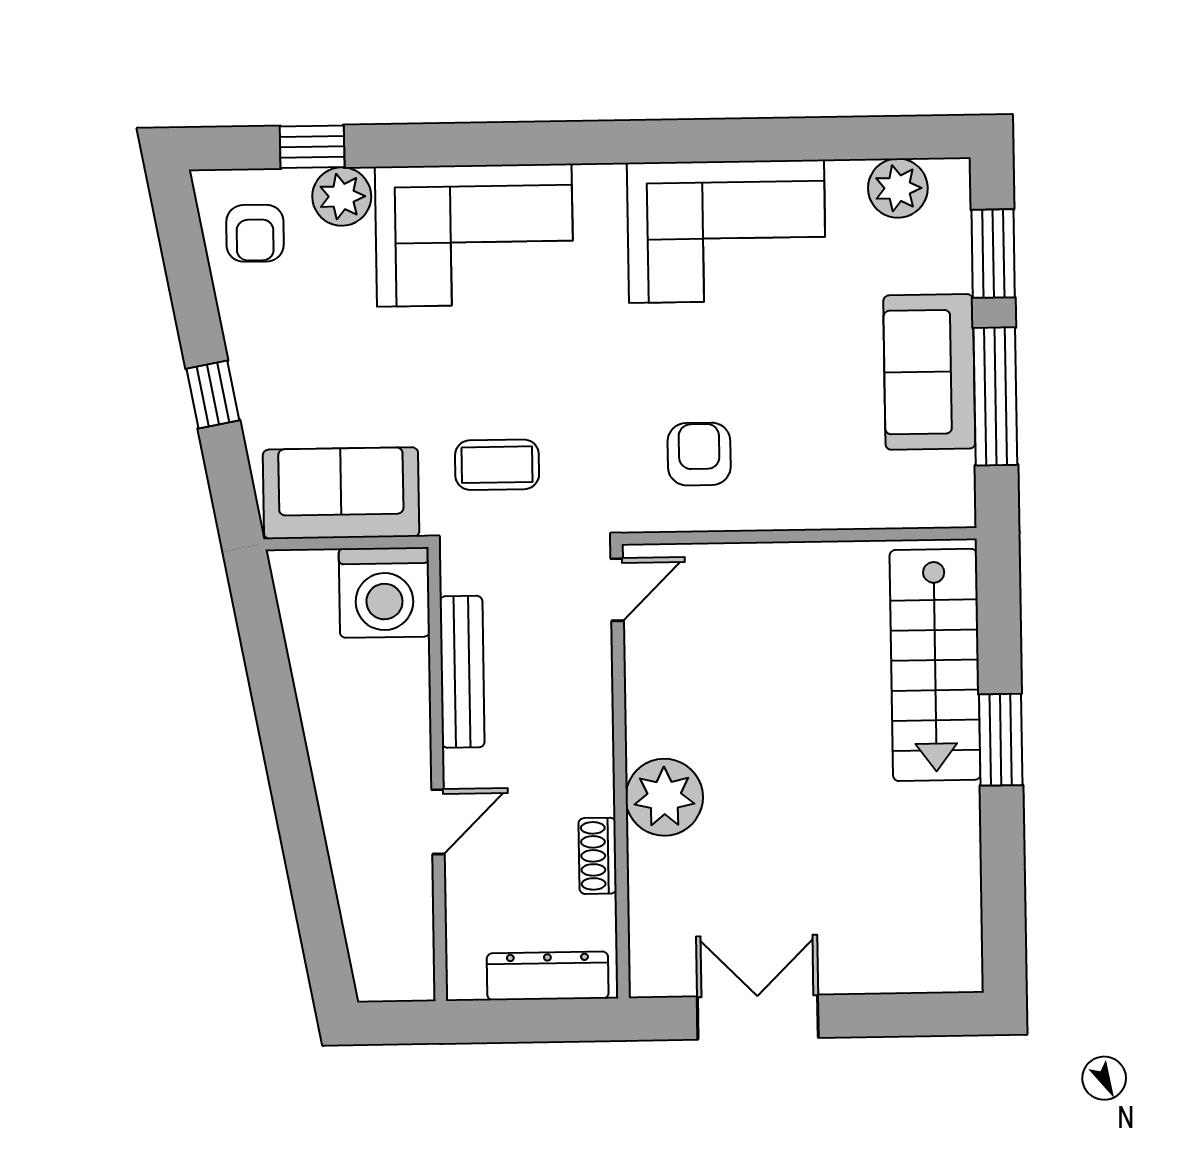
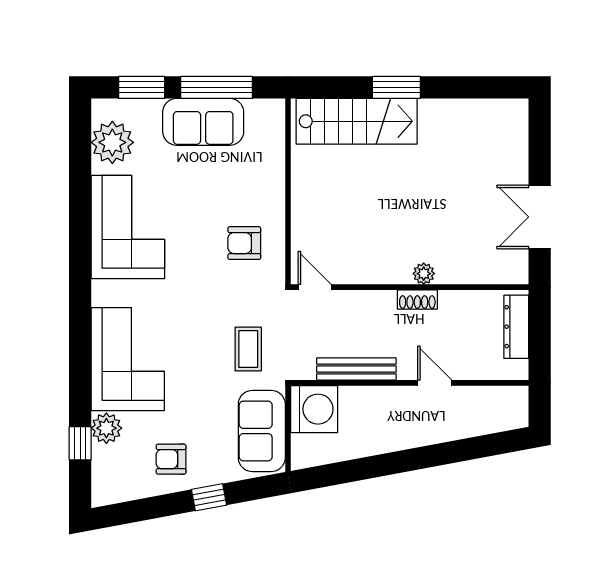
plant: (898, 188) -> (112, 142), width x1.36, depth x1.36
armchair: (255, 233) -> (171, 459), moved, turned 180
plant: (664, 797) -> (424, 274), width x0.53, depth x0.53
shoe rack: (598, 856) -> (417, 300), moved

